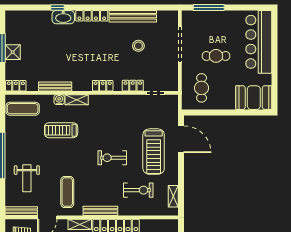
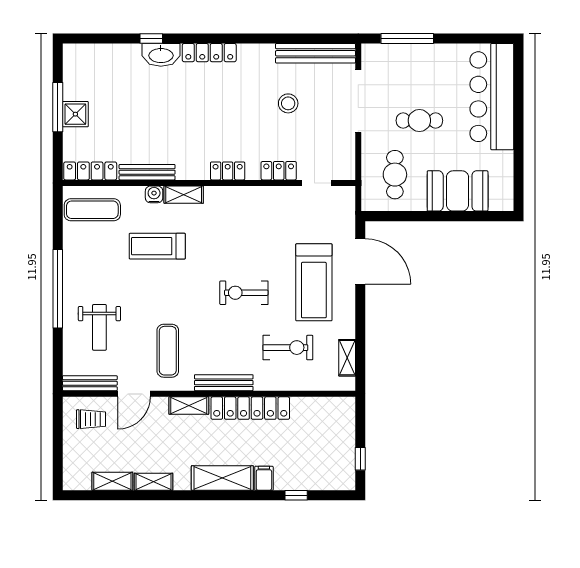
bench: (133, 16) -> (316, 53), moved
locker: (16, 86) -> (90, 171), width x1.53
booth: (254, 98) -> (458, 191), moved

